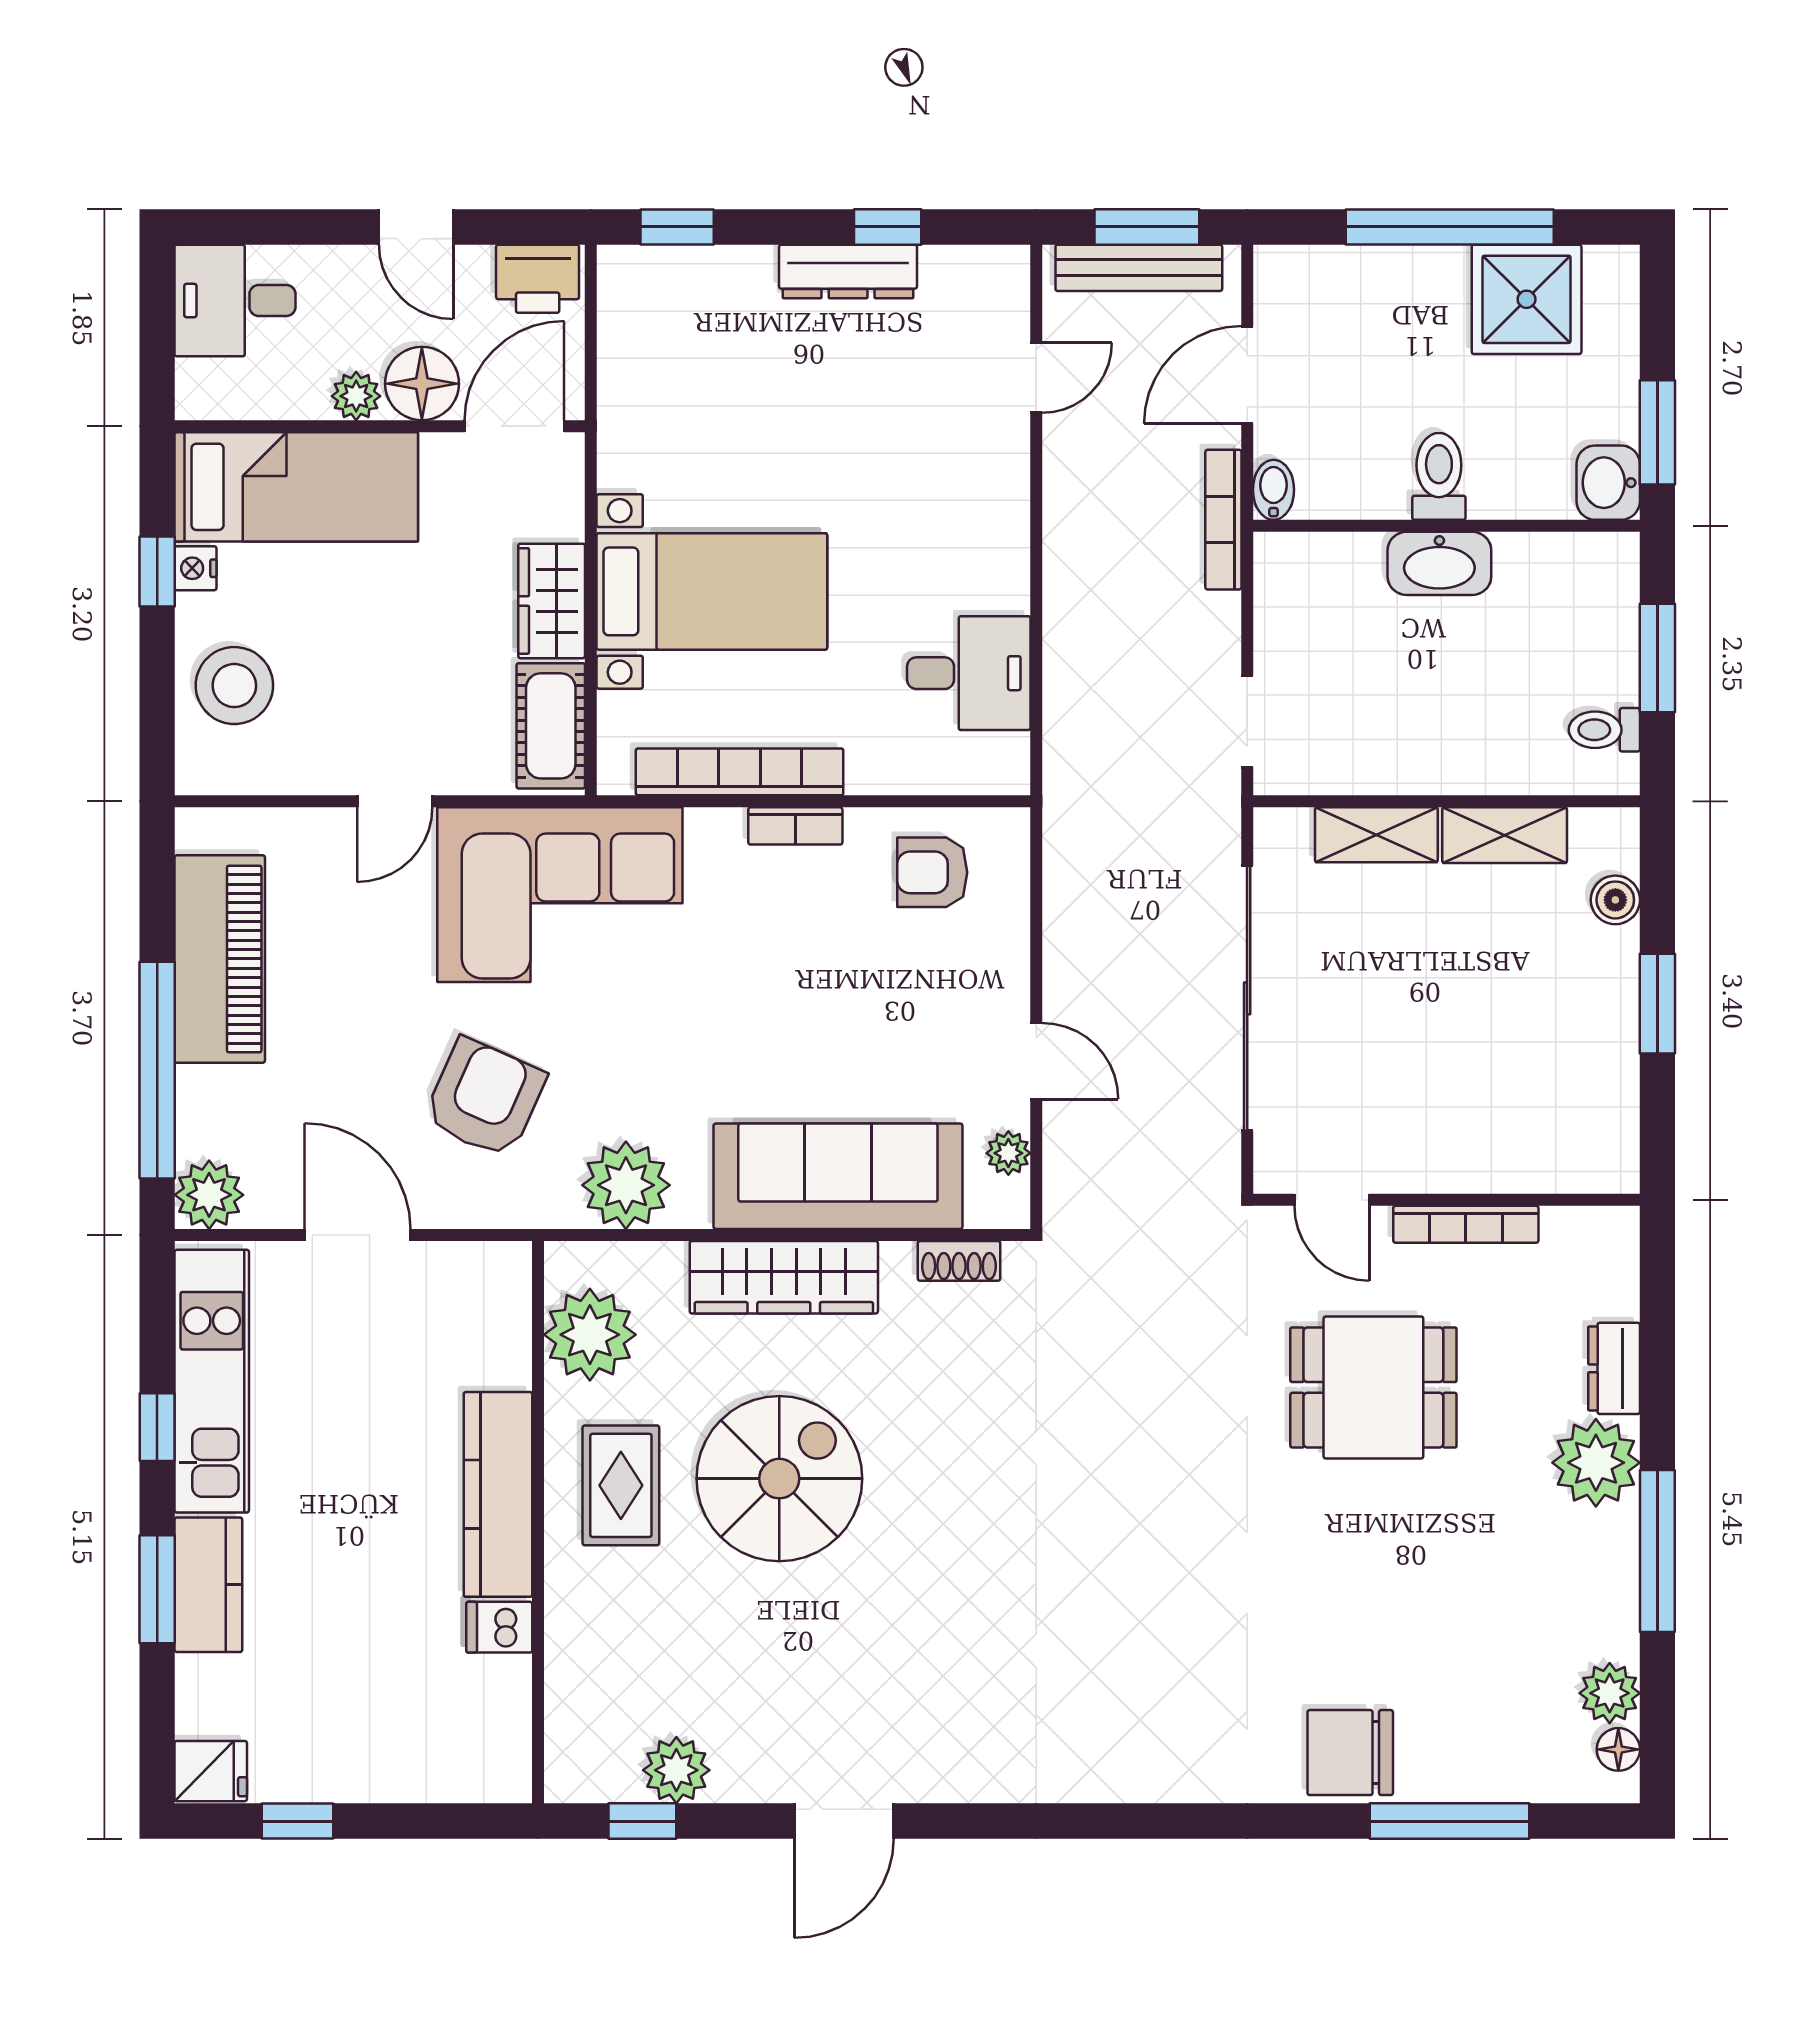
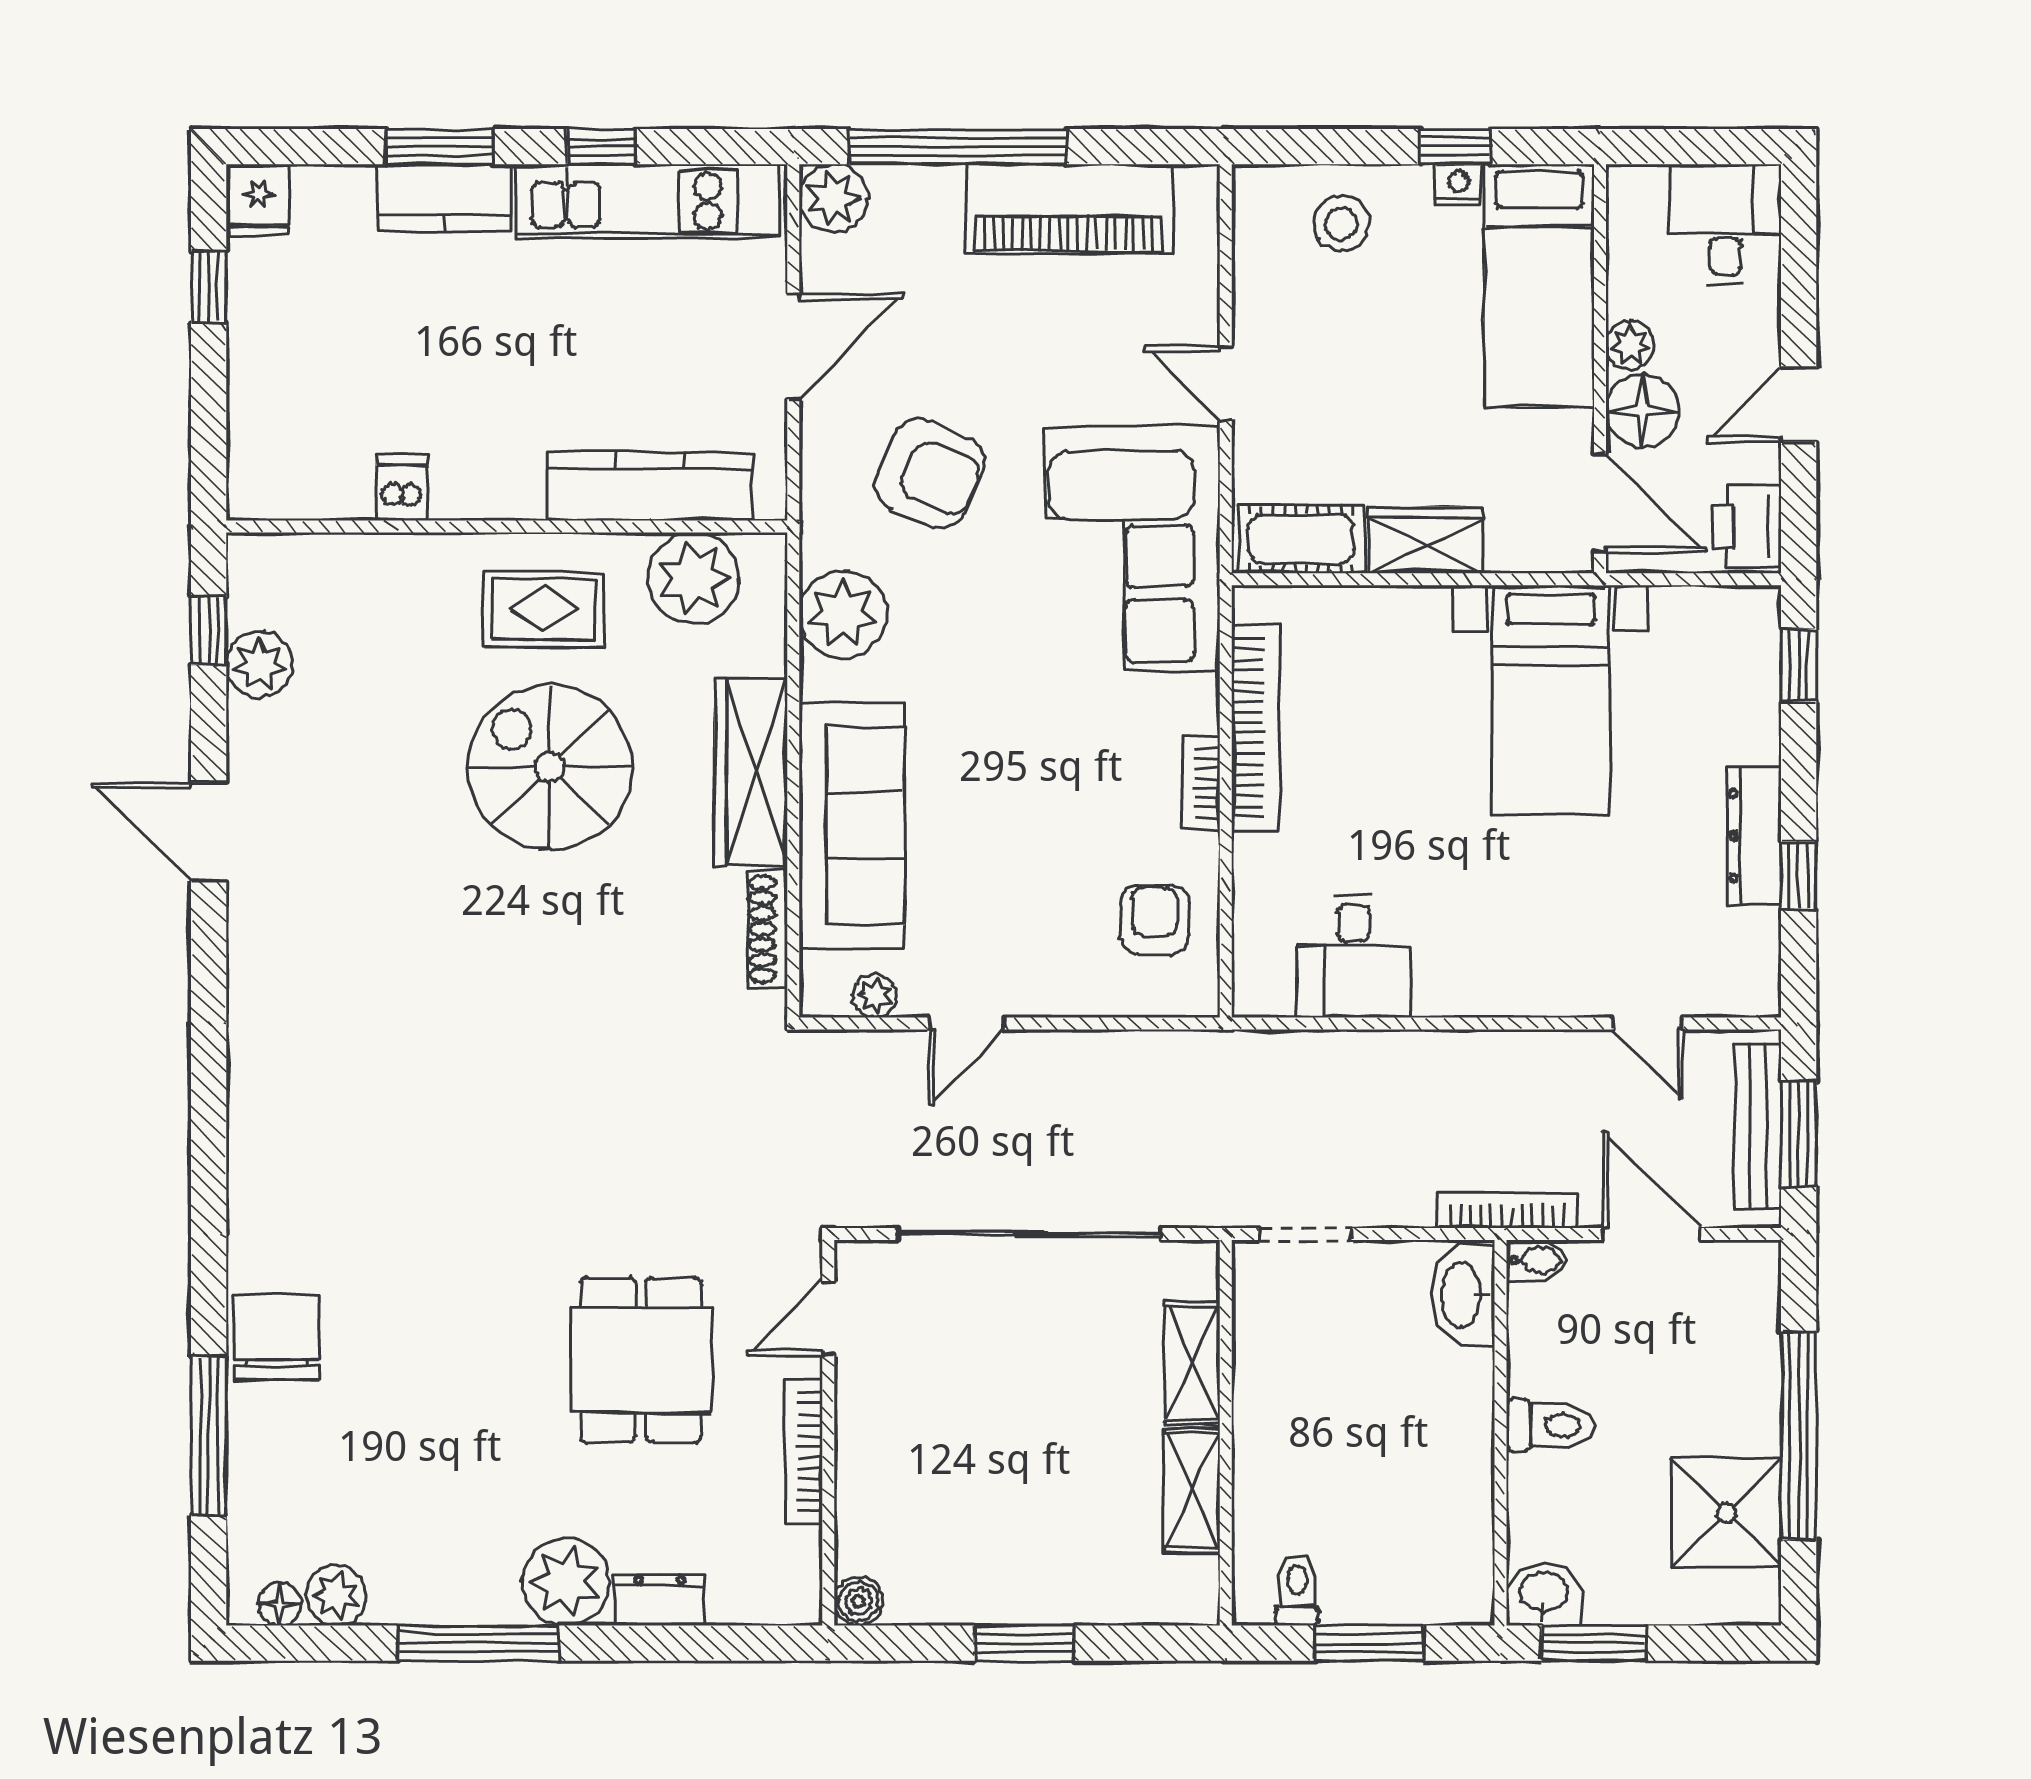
washbasin: (1439, 563) -> (1463, 1295), moved
bed with nightstands: (712, 591) -> (1551, 700), moved
stool: (234, 686) -> (1341, 224), width x0.73, depth x0.73
boiler: (1615, 900) -> (858, 1601), moved
shoe rack: (959, 1261) -> (767, 929), width x1.43
spiral stairs: (779, 1479) -> (550, 767), turned 180
kitchen counter: (498, 1494) -> (650, 487), moved

